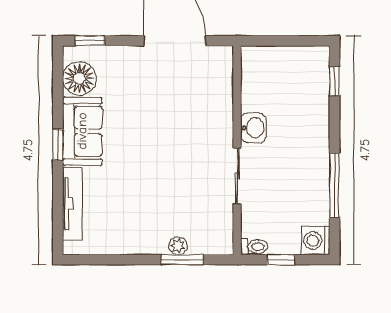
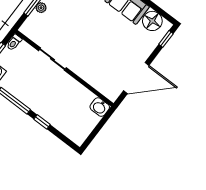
window: (334, 81) -> (42, 122), moved
washbasin: (253, 128) -> (100, 107), moved

